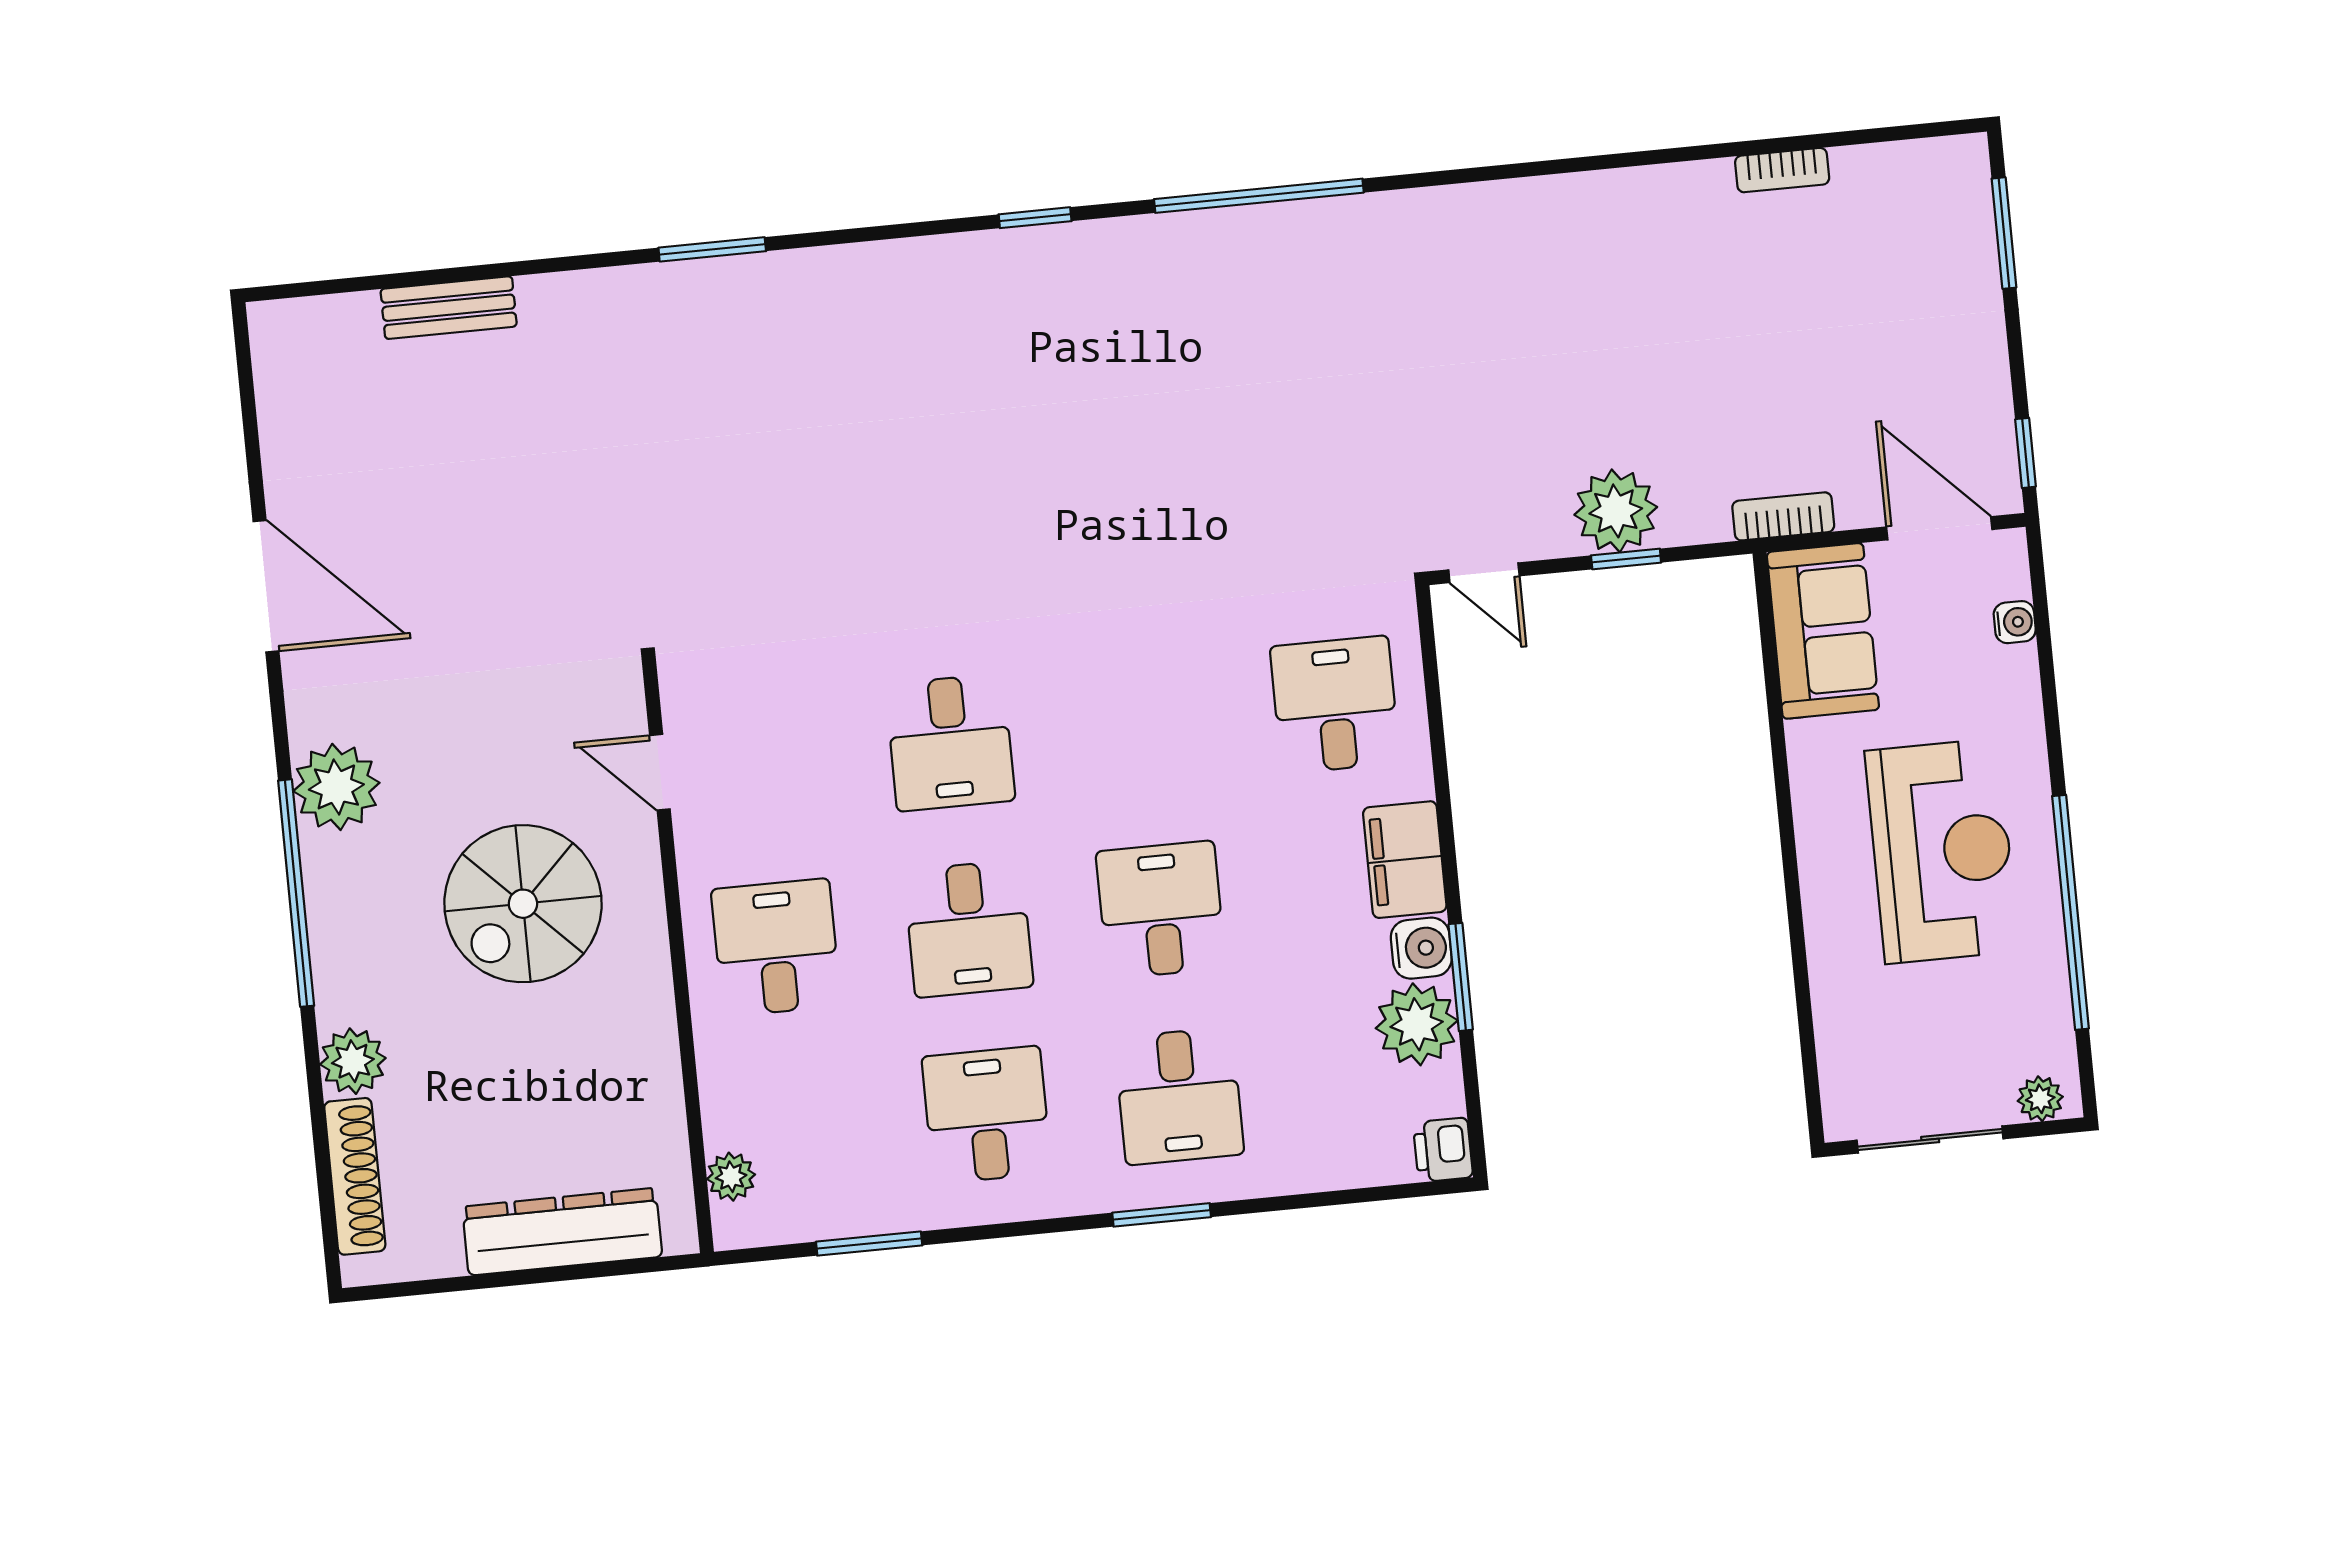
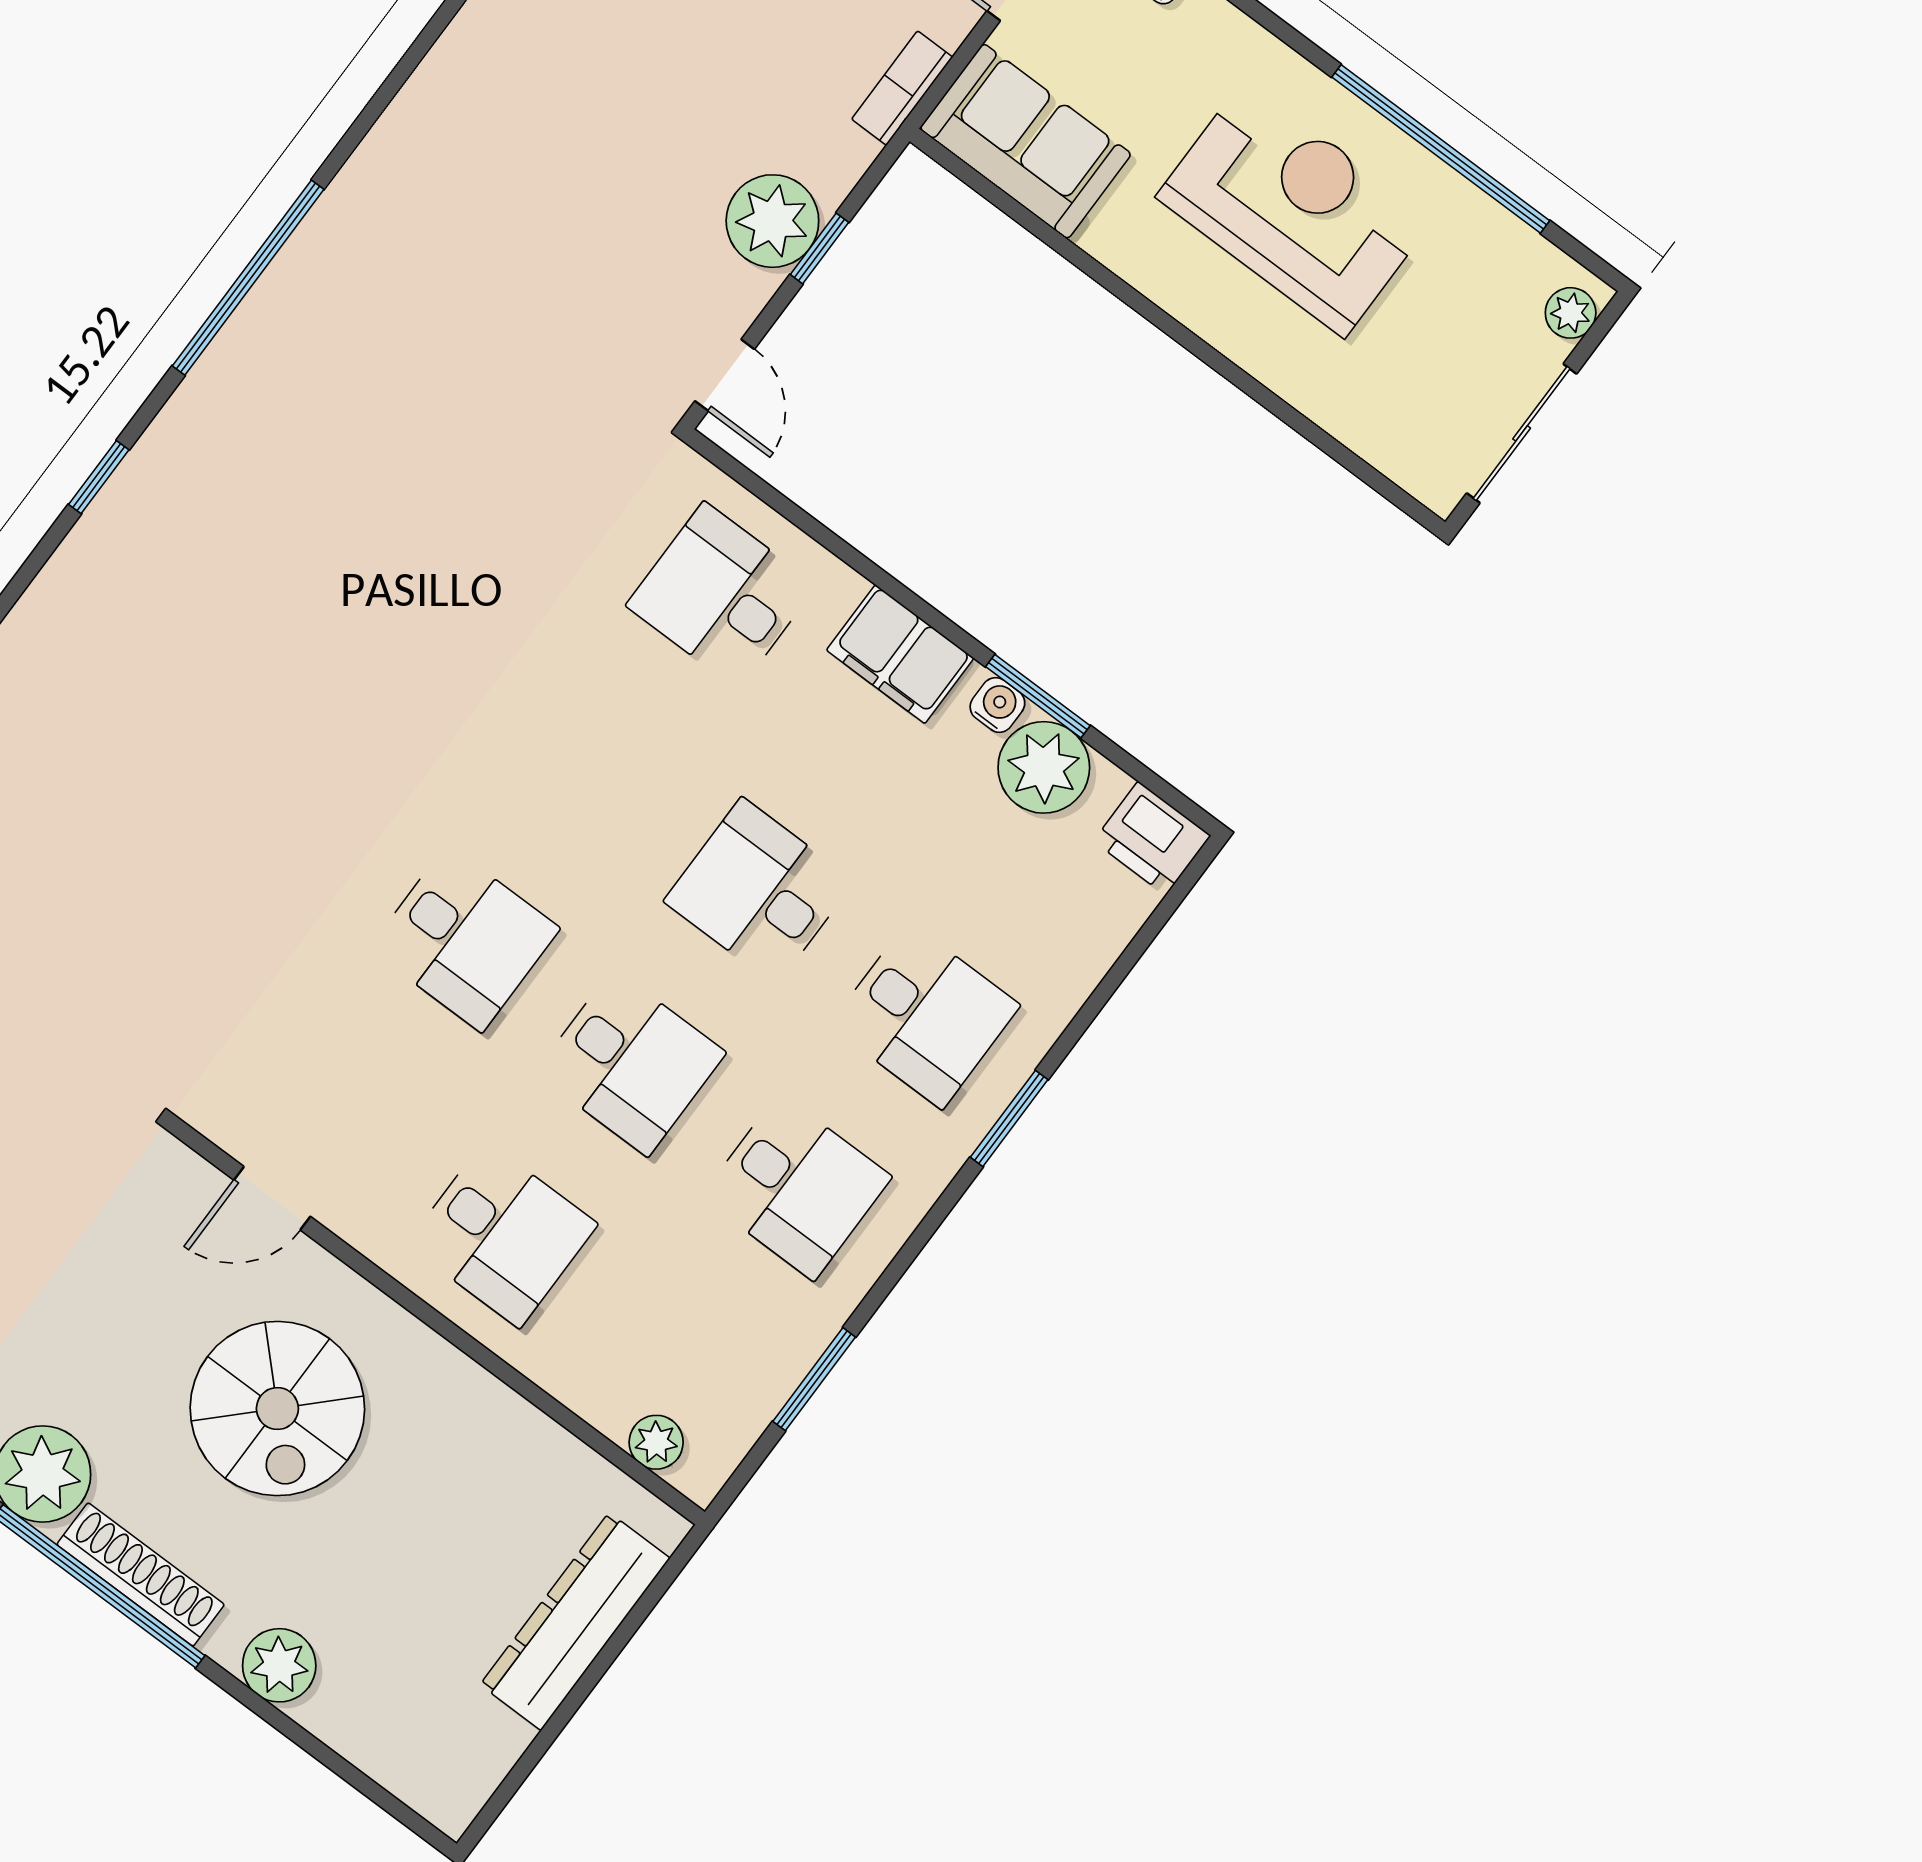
door: (1484, 573) -> (725, 375), hinge flipped
desk: (776, 947) -> (502, 1234), turned 180
water cooler: (1421, 948) -> (997, 705), width x0.72, depth x0.72
desk: (987, 1115) -> (797, 1187), turned 180
printer: (1443, 1150) -> (1152, 838), width x1.36, depth x1.24
shoe rack: (355, 1176) -> (141, 1575), moved

